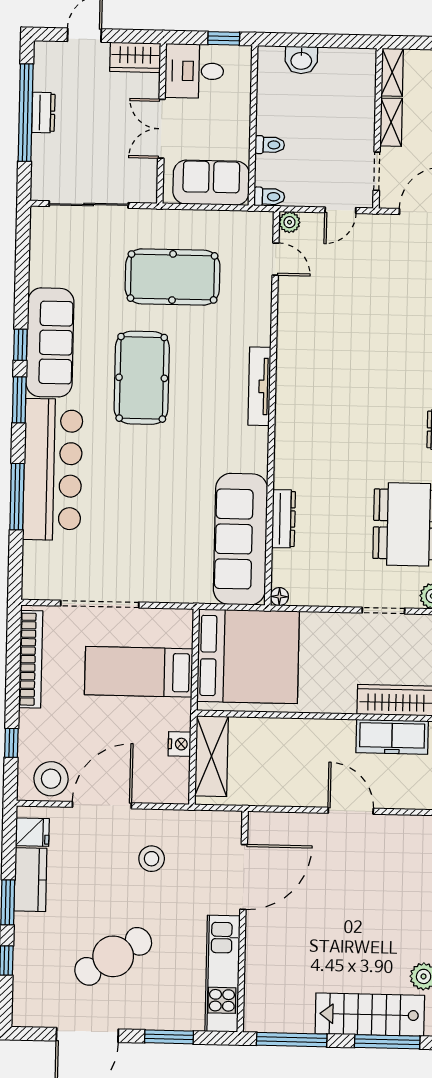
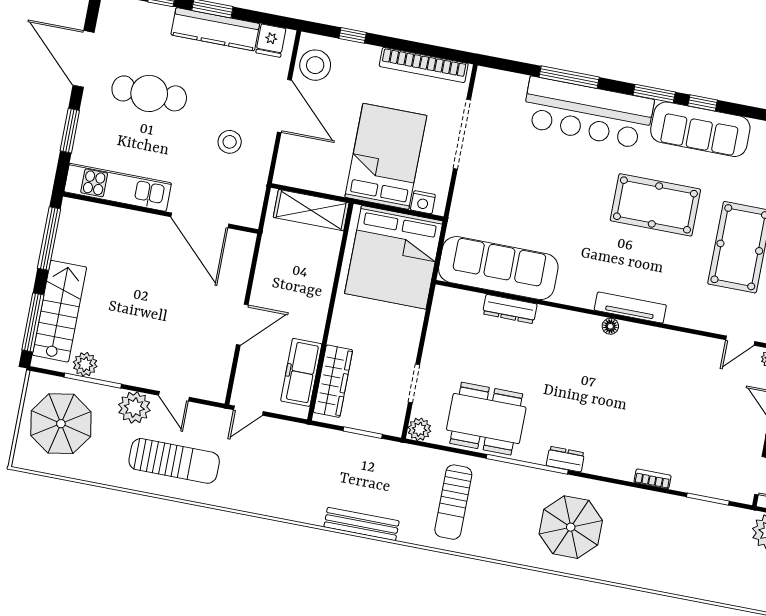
floor lamp: (279, 597) -> (610, 326), moved
bed: (139, 672) -> (386, 156), width x1.50
nightstand: (180, 744) -> (423, 202), moved
kitchen counter: (30, 880) -> (215, 29), width x1.50
cafe table: (113, 956) -> (149, 93), turned -58

